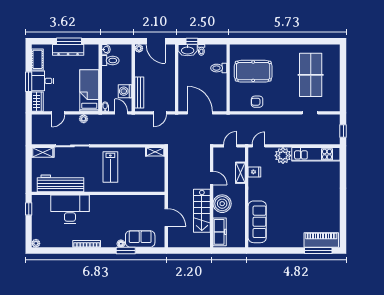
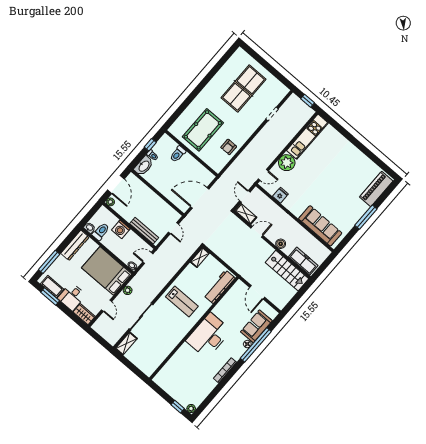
window: (69, 41) -> (49, 262), moved
door: (156, 41) -> (116, 184), hinge flipped
window: (192, 41) -> (150, 145), moved
dresser: (68, 50) -> (75, 245), moved
table tennis table: (311, 75) -> (244, 88), turned 90
window: (29, 82) -> (50, 296), moved
bed: (89, 90) -> (107, 271), width x1.50
washing machine: (125, 91) -> (121, 229), moved
door: (259, 146) -> (263, 175), swing flipped
shelving: (240, 173) -> (246, 214), moved
workbench: (61, 183) -> (219, 287), moved, width x0.73, depth x0.76
boiler: (222, 204) -> (281, 244), width x0.54, depth x0.54
window: (29, 209) -> (178, 407), moved
desk: (70, 209) -> (209, 336), moved
stairs: (202, 211) -> (287, 271), moved
door: (166, 217) -> (257, 292), swing flipped
window: (126, 251) -> (256, 345), width x2.11
window: (318, 251) -> (366, 217), moved

